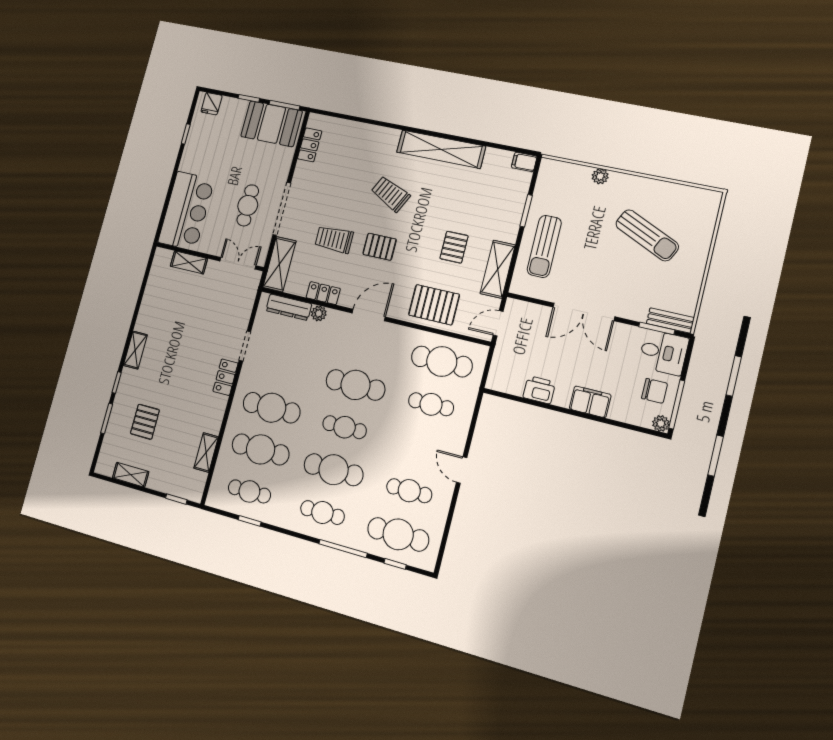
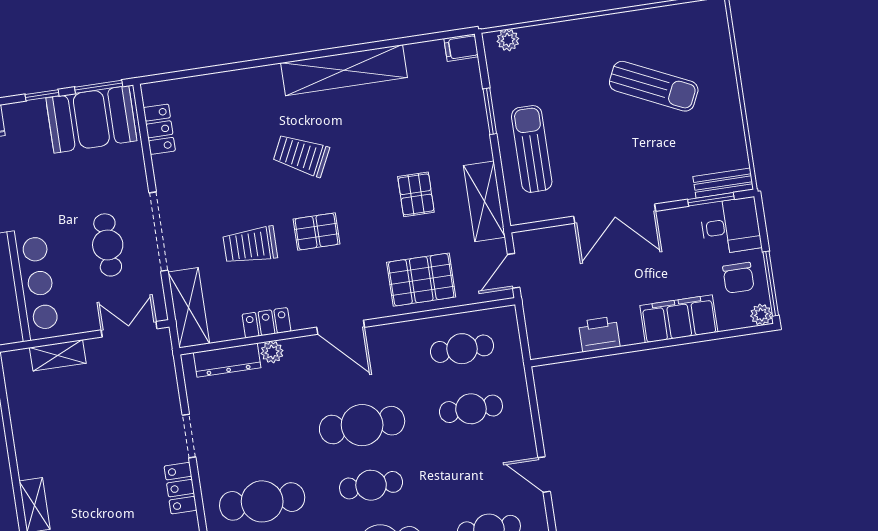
plant: (600, 176) -> (508, 40), moved
sun lounger: (544, 246) -> (532, 149), turned 180
door: (369, 315) -> (341, 327), swing flipped
cafe table: (442, 361) -> (462, 349), width x0.73, depth x0.74
chair: (655, 391) -> (738, 278), turned 90
filing cabinet: (590, 402) -> (679, 319), width x1.50, depth x1.17

